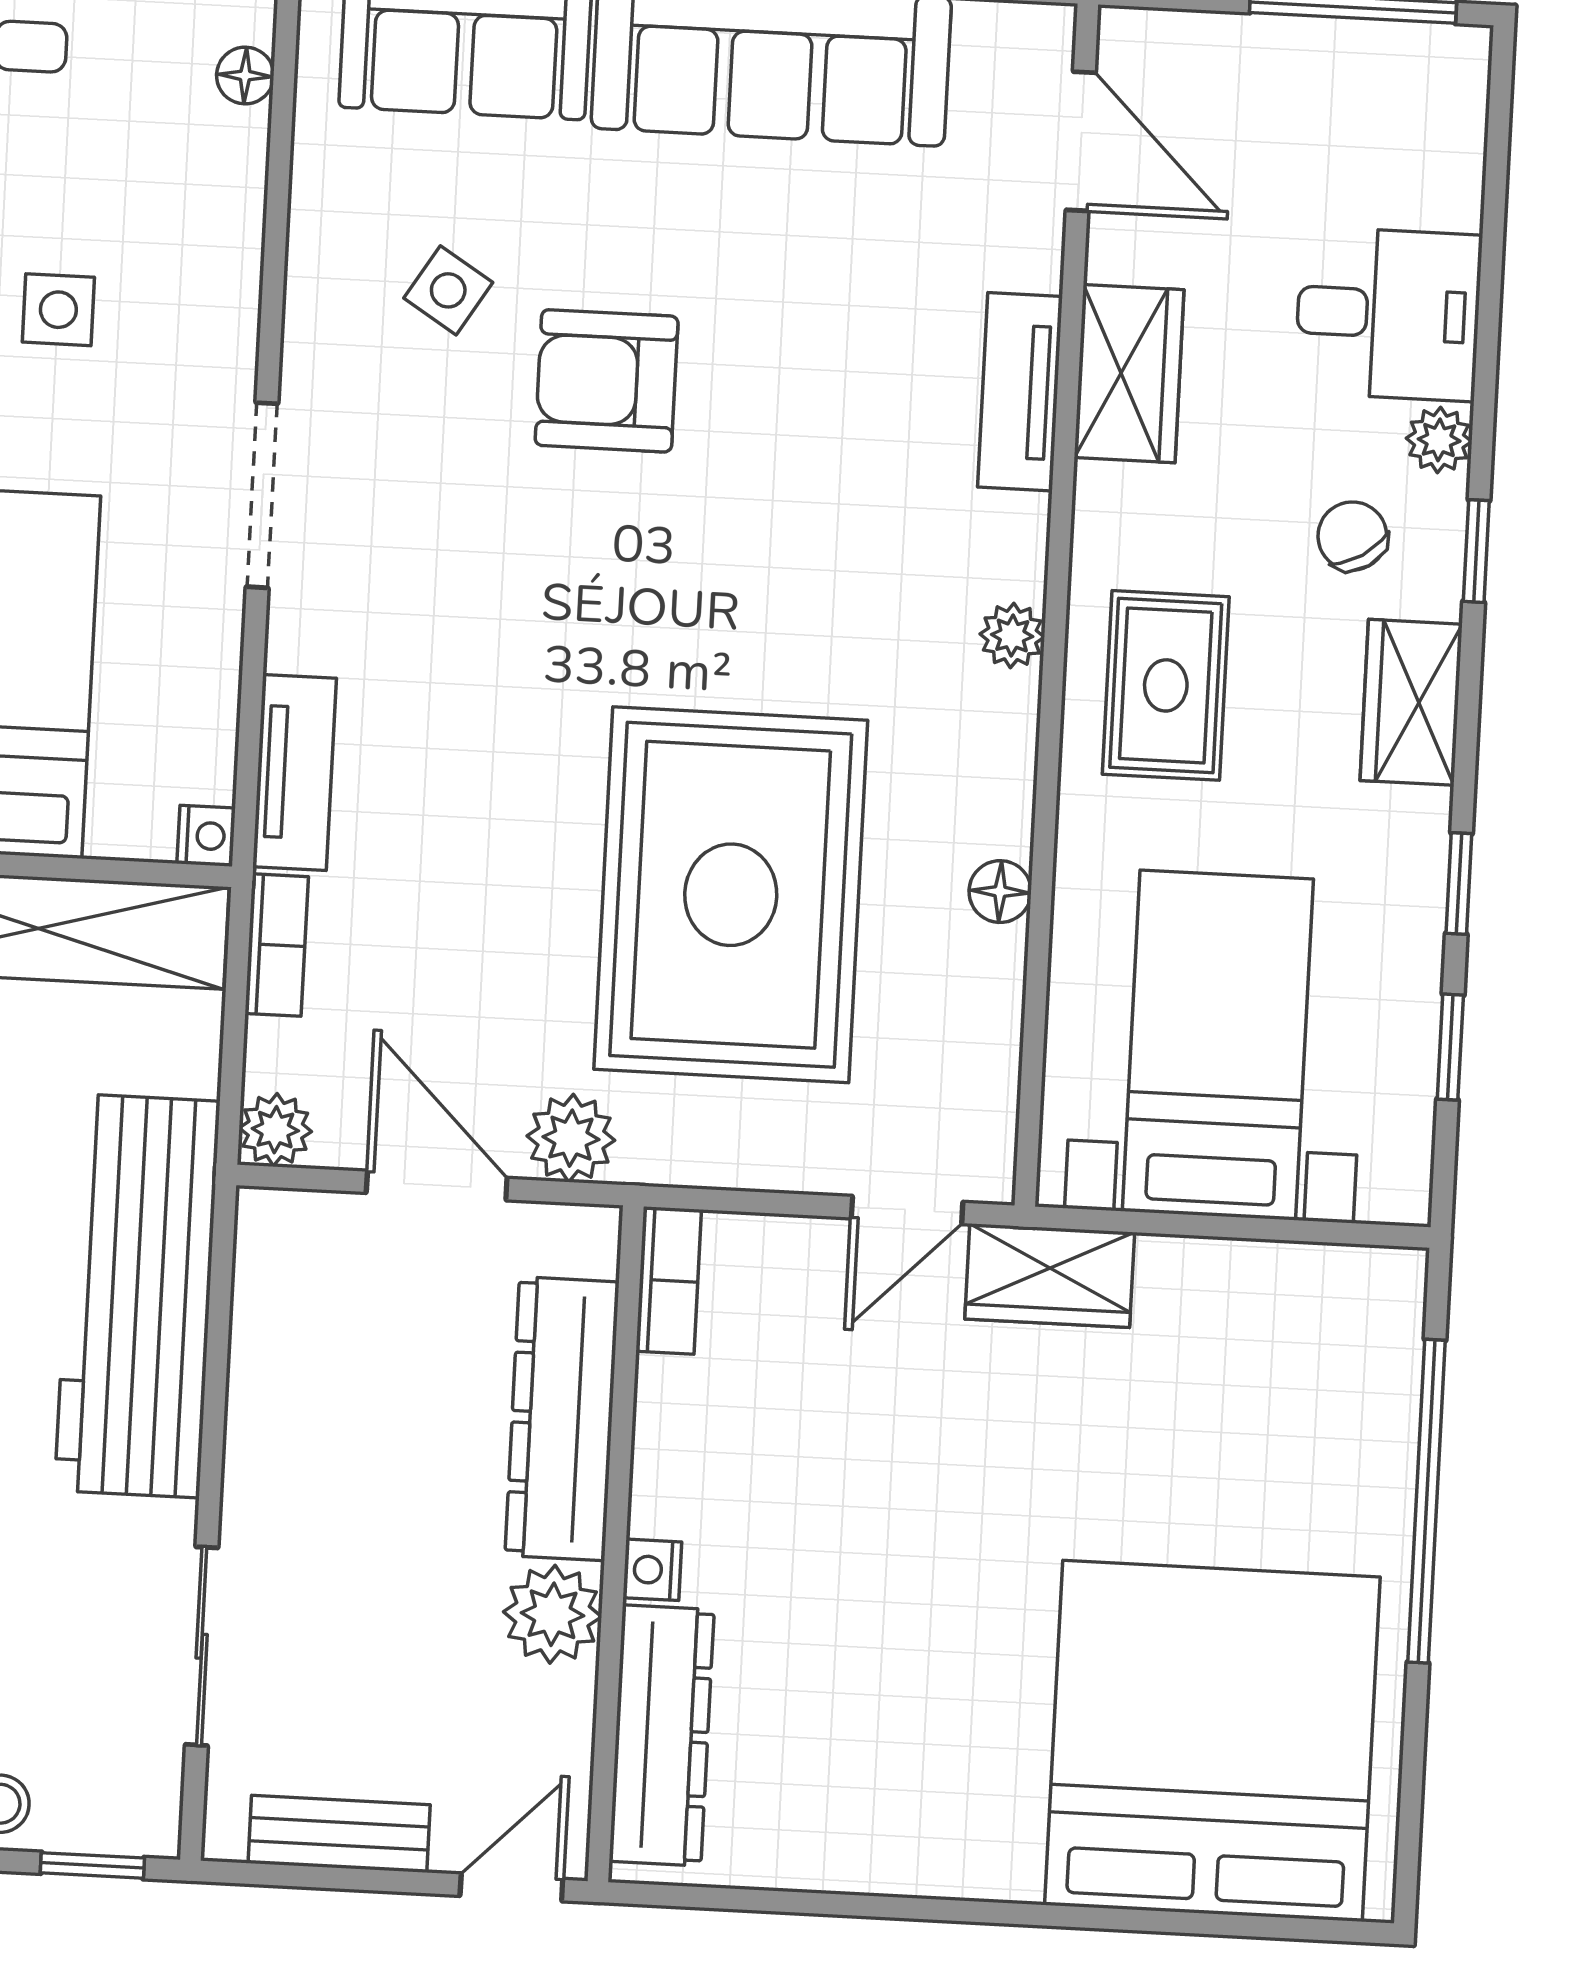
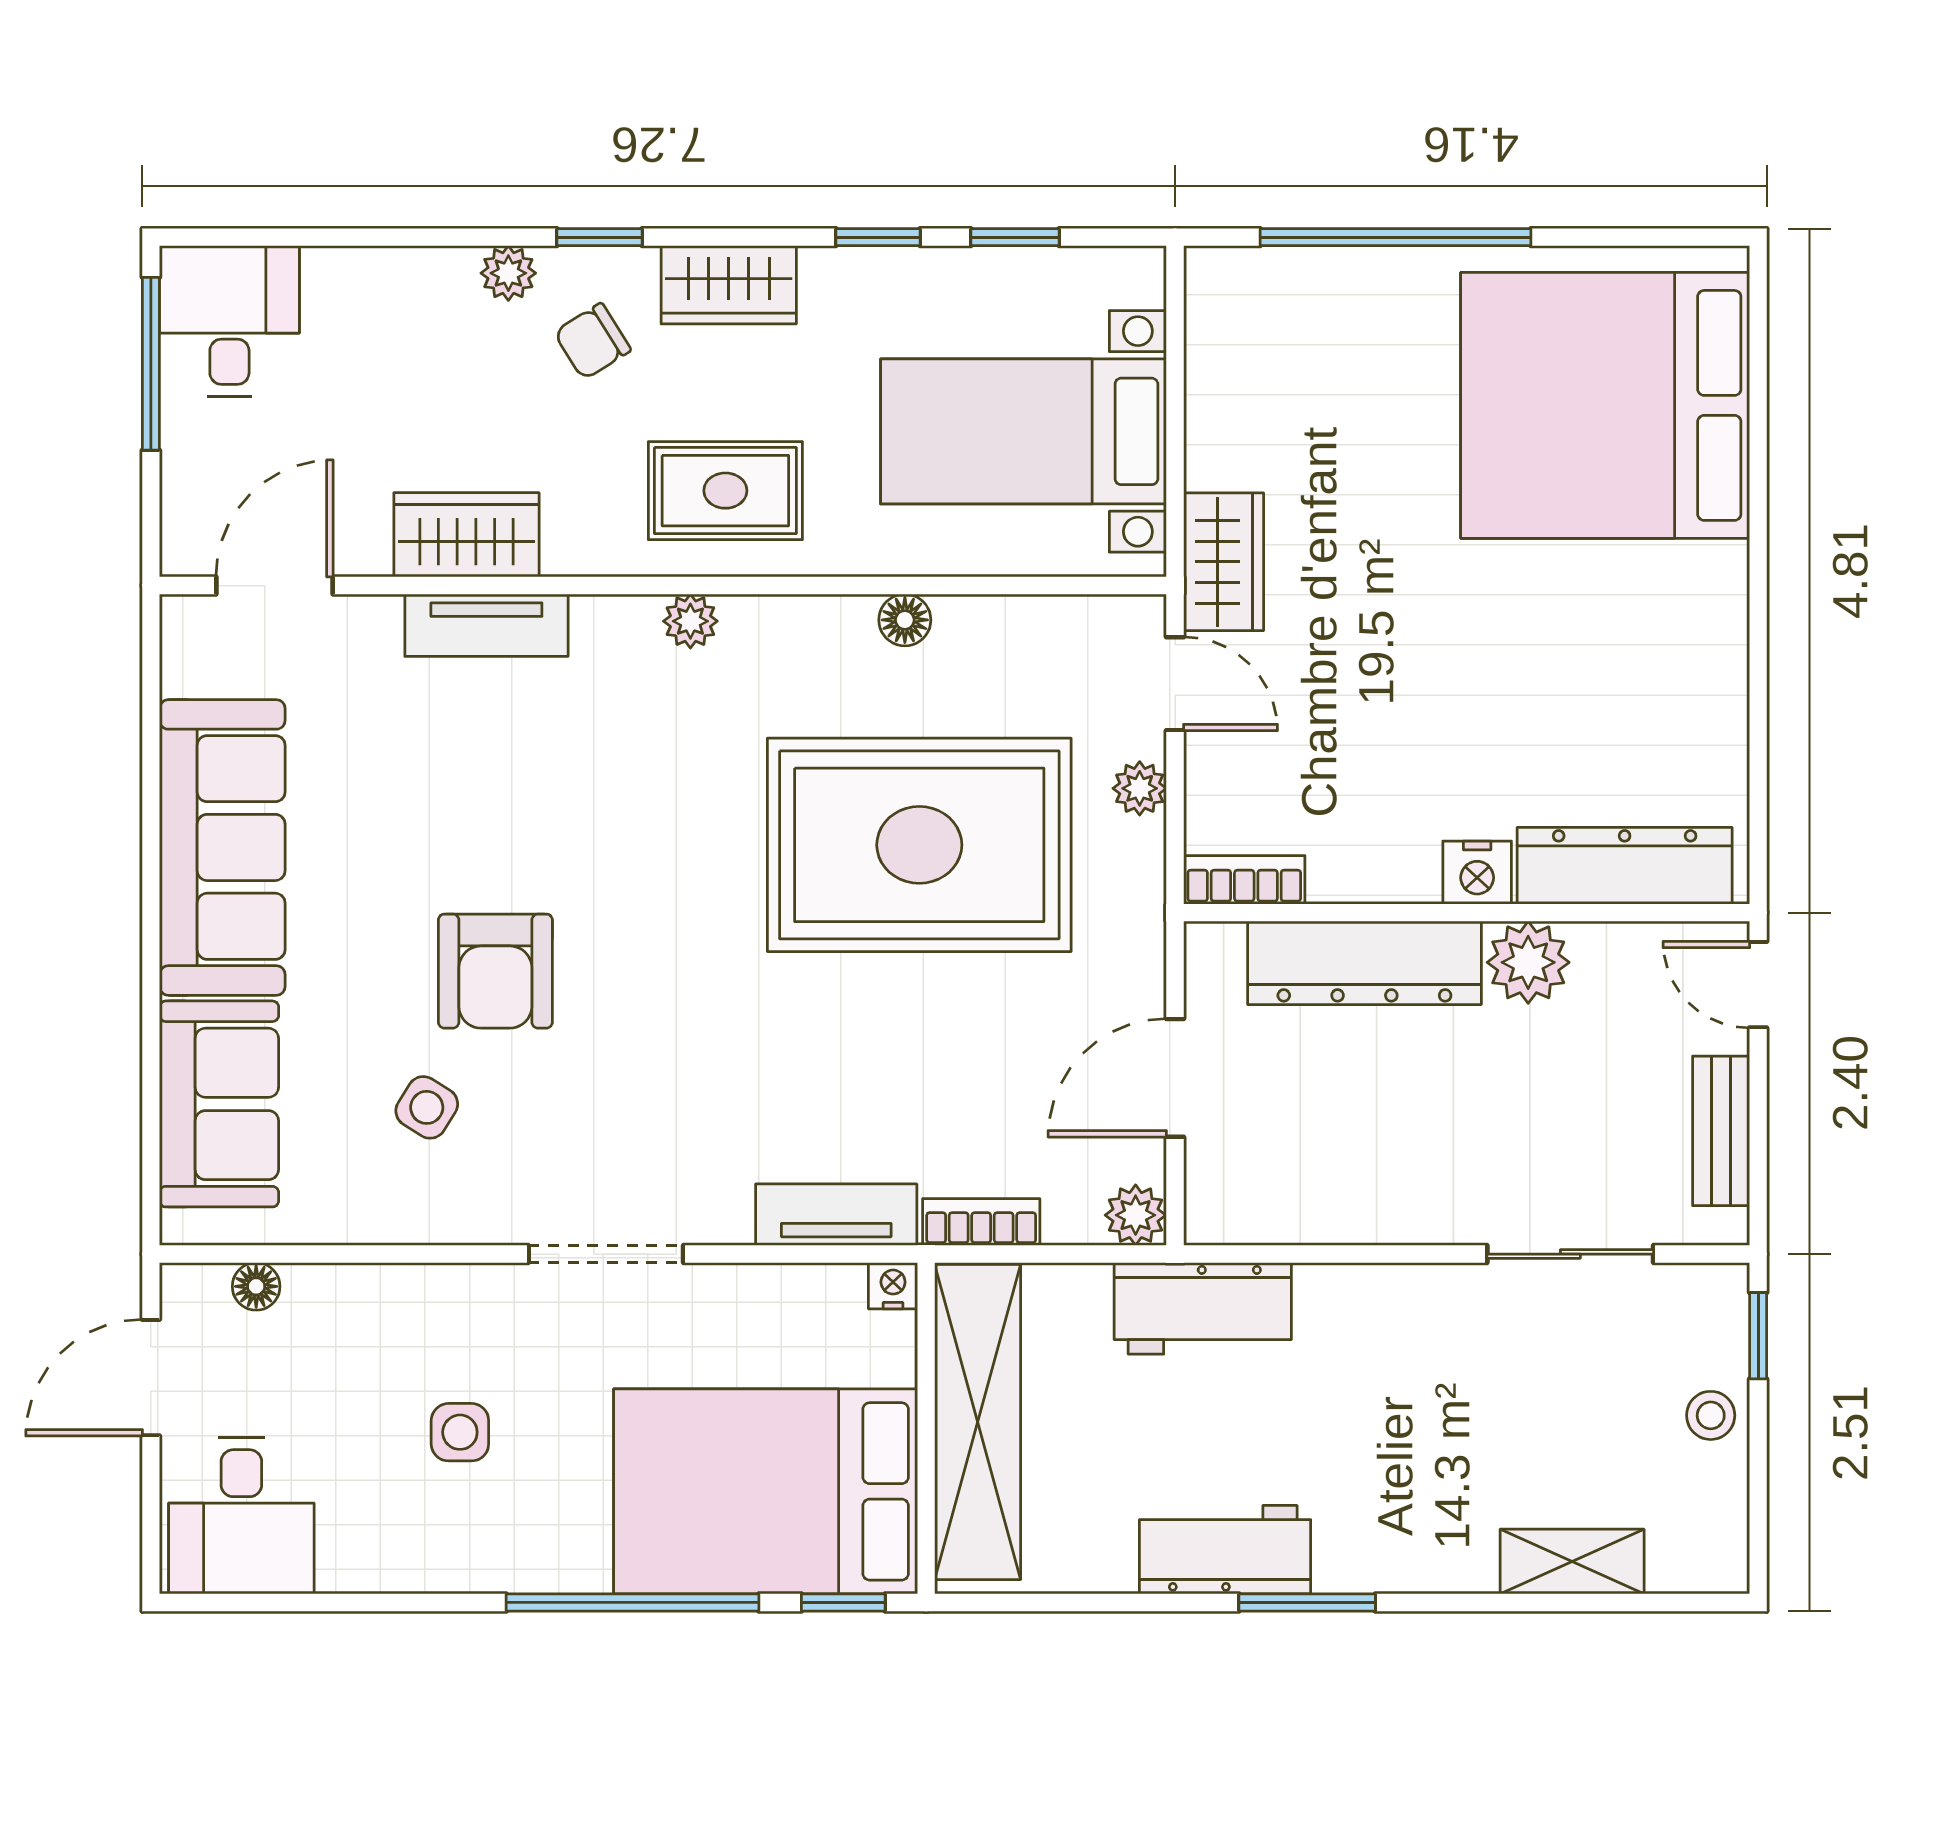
desk: (1388, 314) -> (229, 321), moved
plant: (571, 1138) -> (1140, 788), moved, width x0.73, depth x0.73
workbench: (137, 1296) -> (1203, 1308), width x0.53, depth x0.76
nightstand: (652, 1570) -> (1477, 873), width x1.39, depth x1.35

